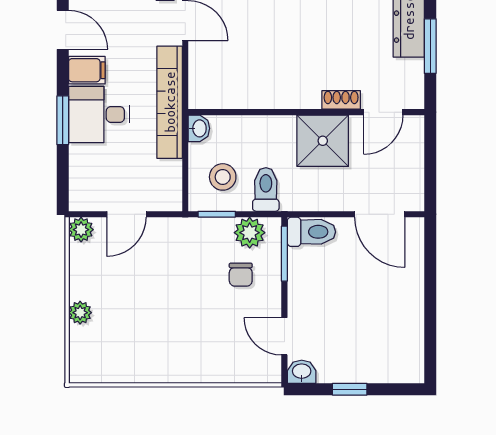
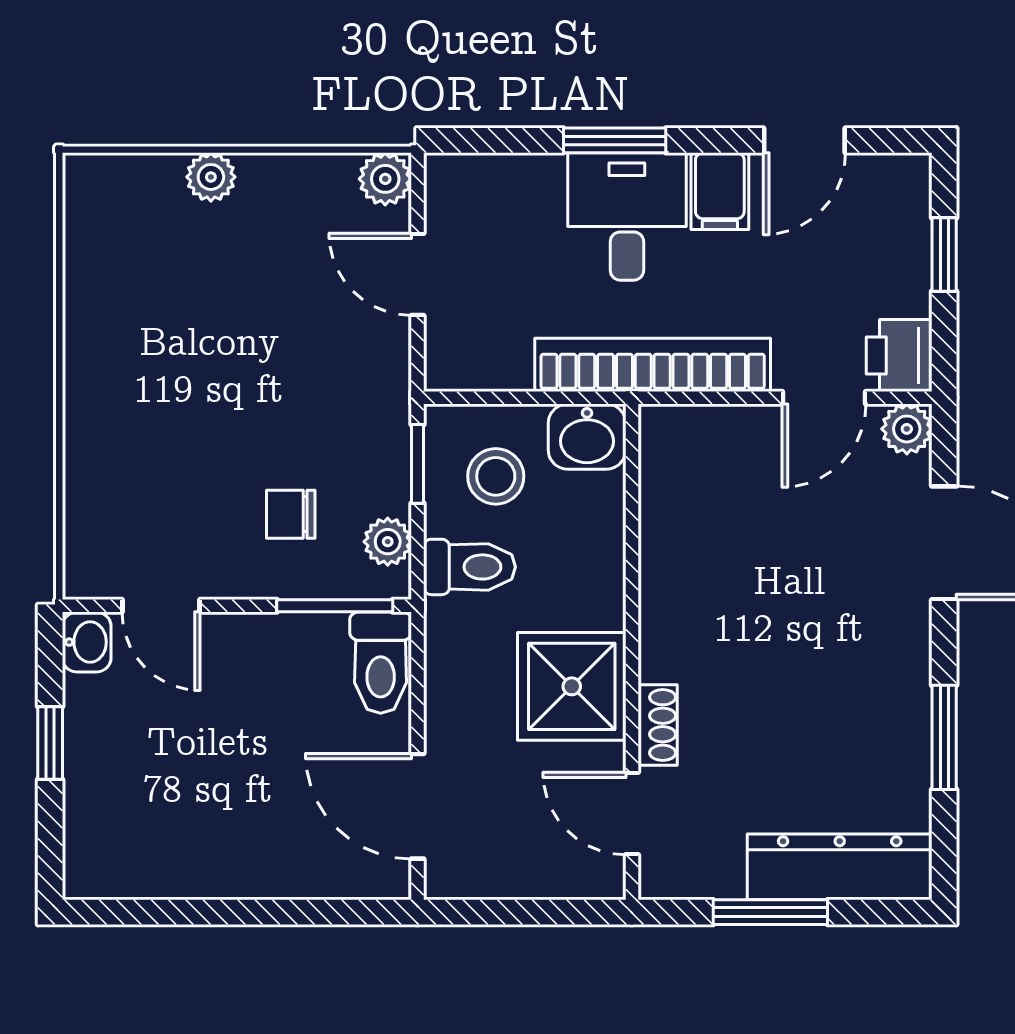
washbasin: (199, 128) -> (587, 437), width x1.38, depth x1.45
door: (380, 214) -> (418, 806), hinge flipped
plant: (250, 233) -> (388, 542), width x0.73, depth x0.73
door: (284, 336) -> (161, 606), swing flipped

